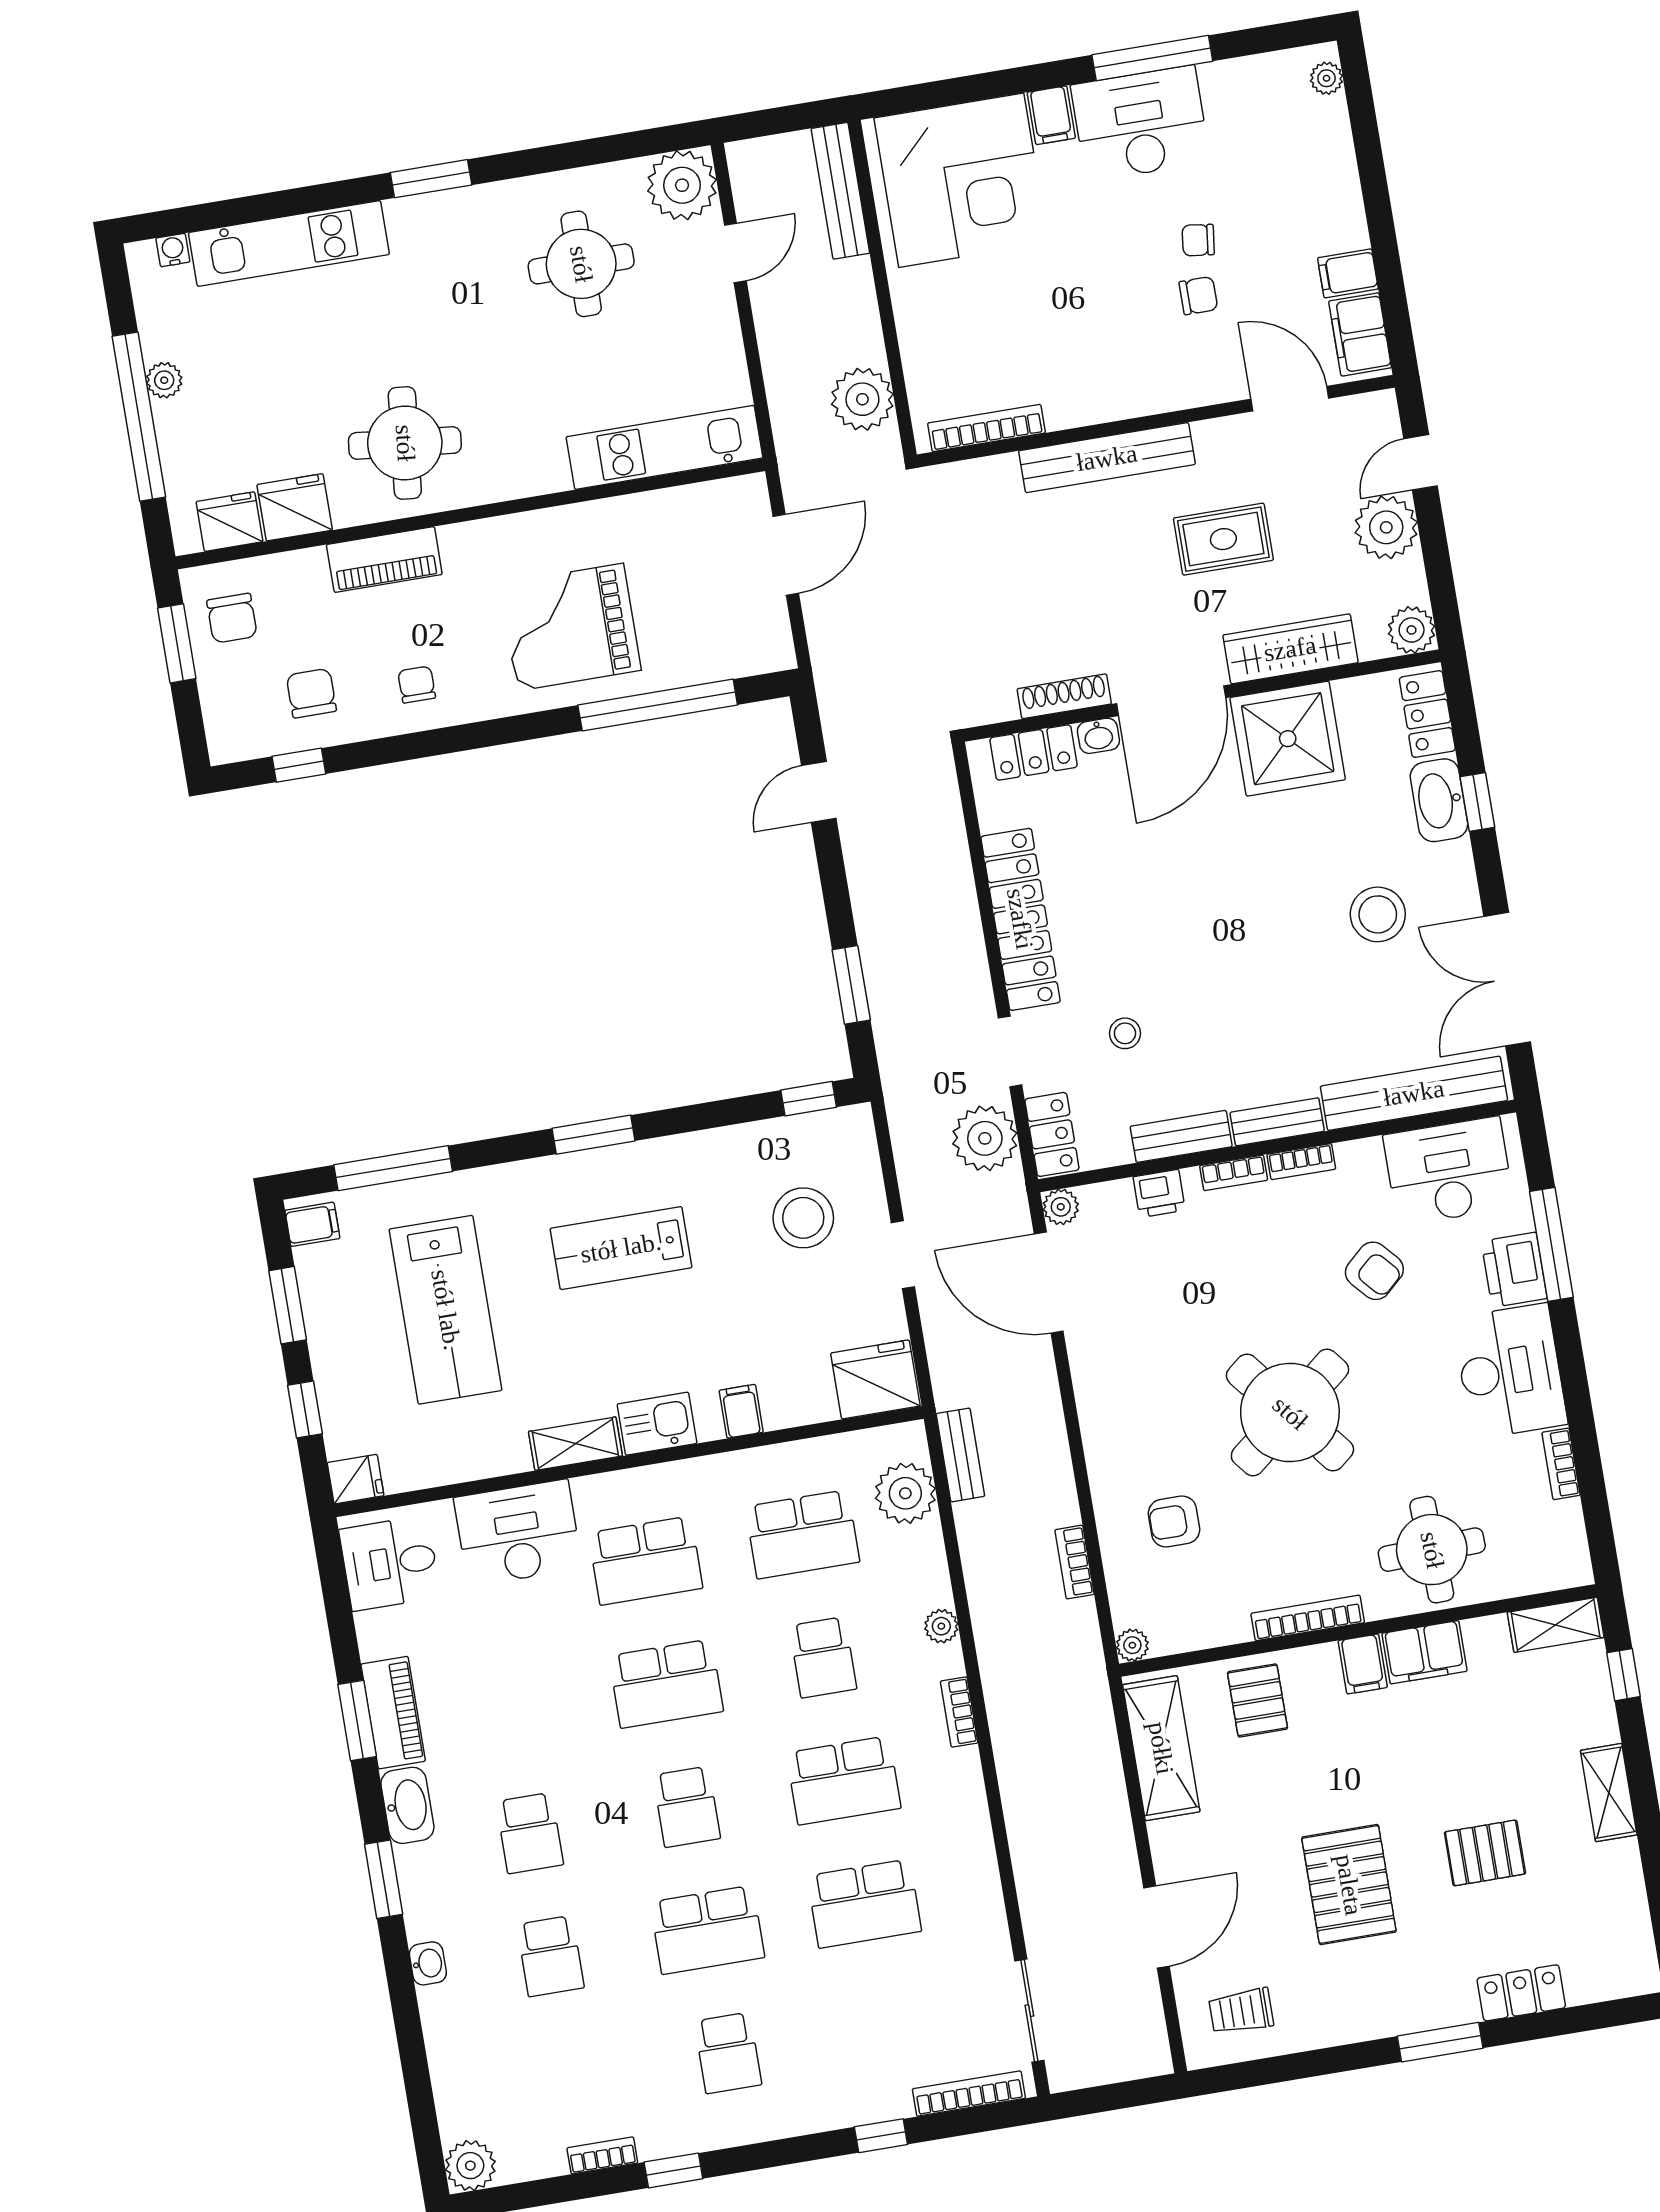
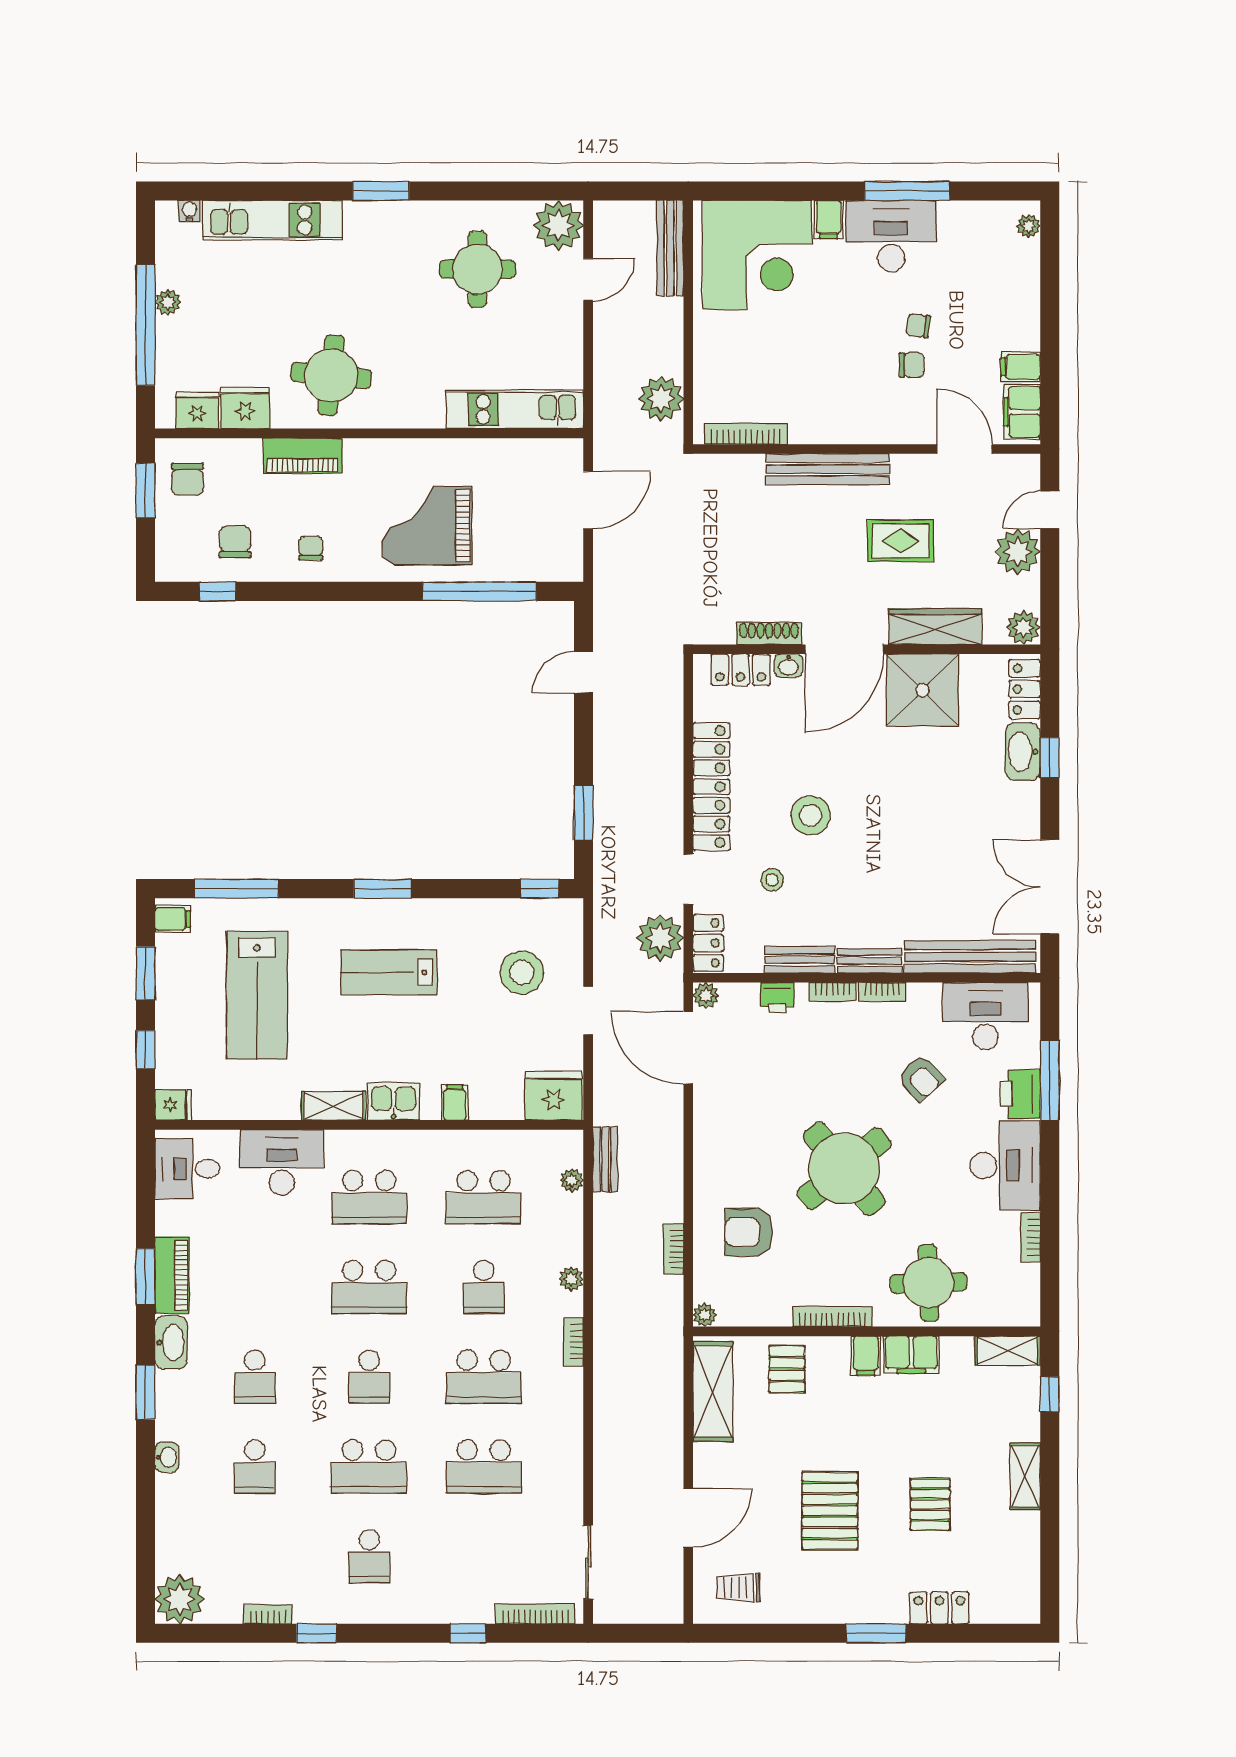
stool: (1378, 914) -> (810, 815), moved
plant: (905, 1493) -> (572, 1180), width x0.53, depth x0.53
armchair: (1174, 1521) -> (749, 1232), width x1.38, depth x1.38
pallet: (1485, 1853) -> (930, 1504), turned 90
plant: (470, 2166) -> (180, 1599), width x1.36, depth x1.36

